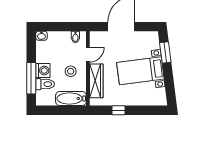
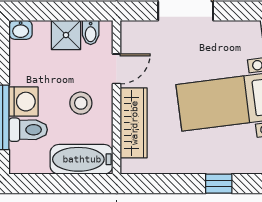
shower: (63, 38) -> (66, 35), added
window: (118, 110) -> (219, 184), moved

